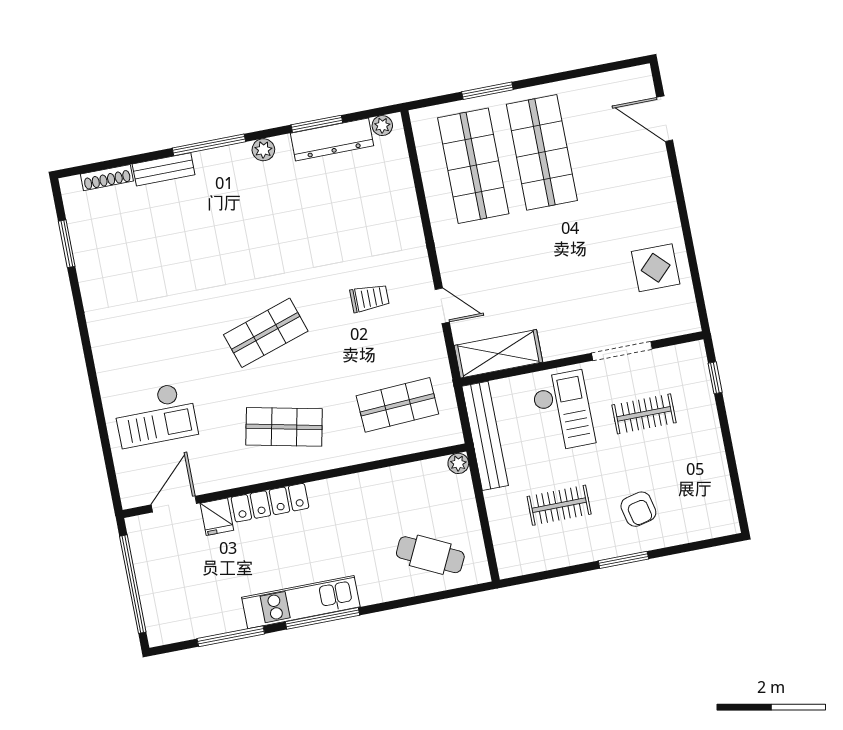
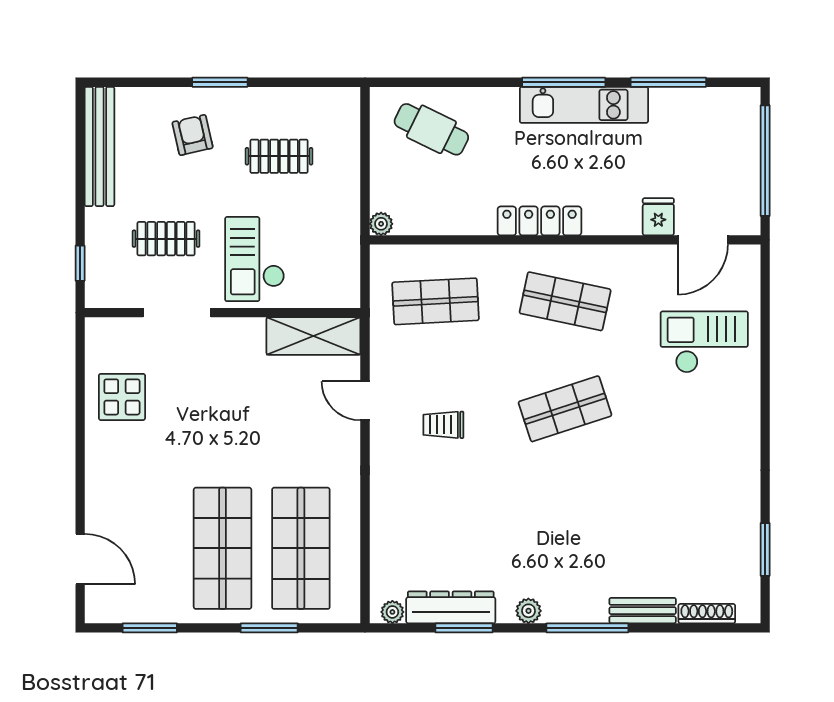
window: (592, 70) -> (150, 628), added
bench: (485, 436) -> (99, 147), moved
locker: (270, 503) -> (539, 221), moved

